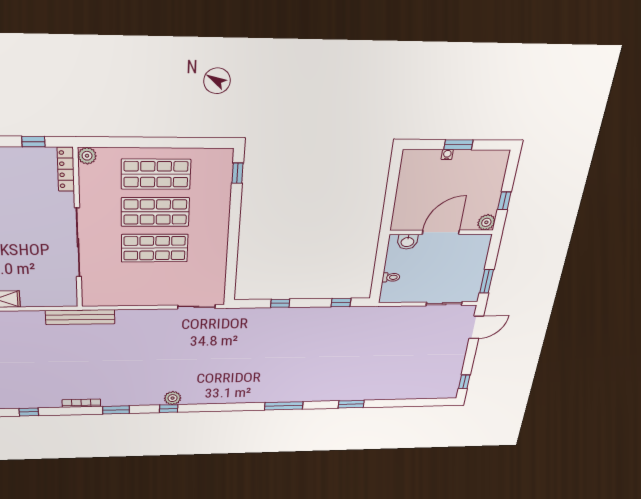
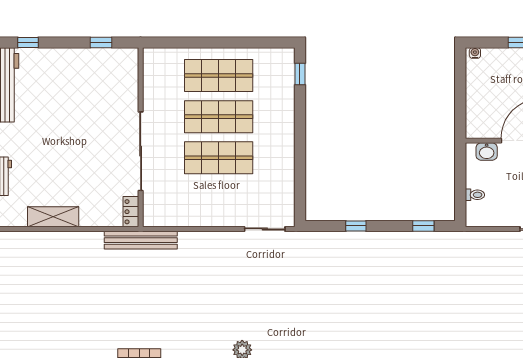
water cooler: (447, 155) -> (475, 53), moved
plant: (87, 156) -> (152, 56), removed
locker: (66, 169) -> (131, 212), moved, width x0.66

